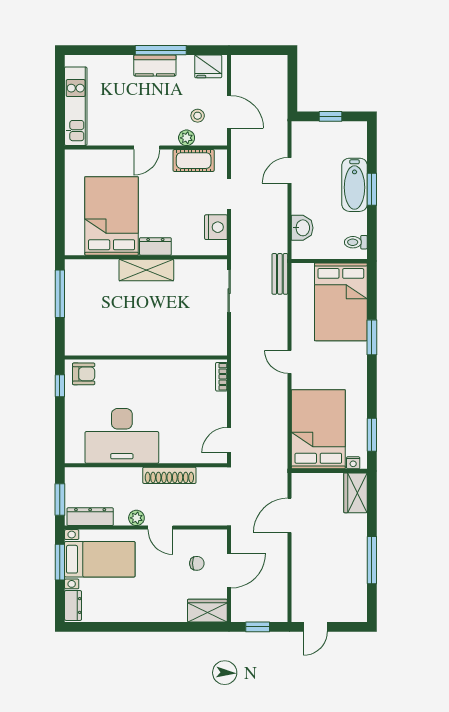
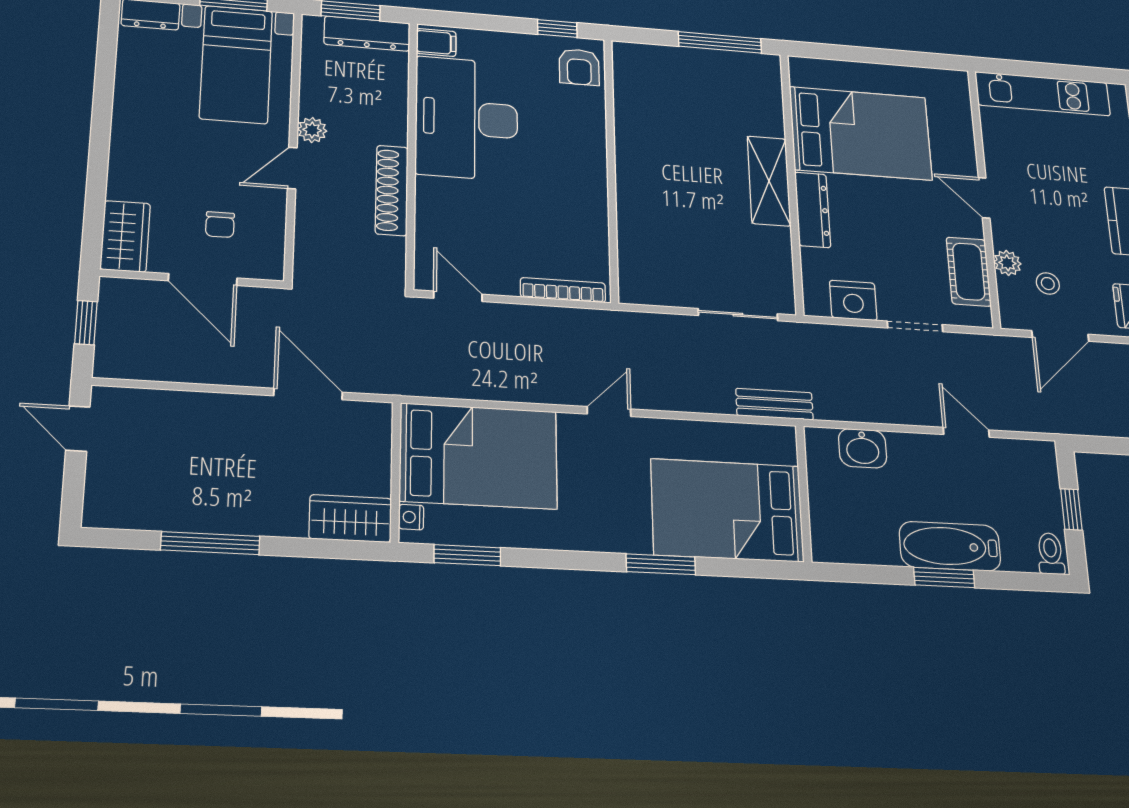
toilet: (356, 242) -> (1051, 554), moved
dresser: (155, 246) -> (813, 210), width x1.44
bookcase: (221, 377) -> (563, 290), width x1.56
filing cabinet: (76, 453) -> (436, 42), added
dresser: (90, 517) -> (367, 34), moved, turned 90

